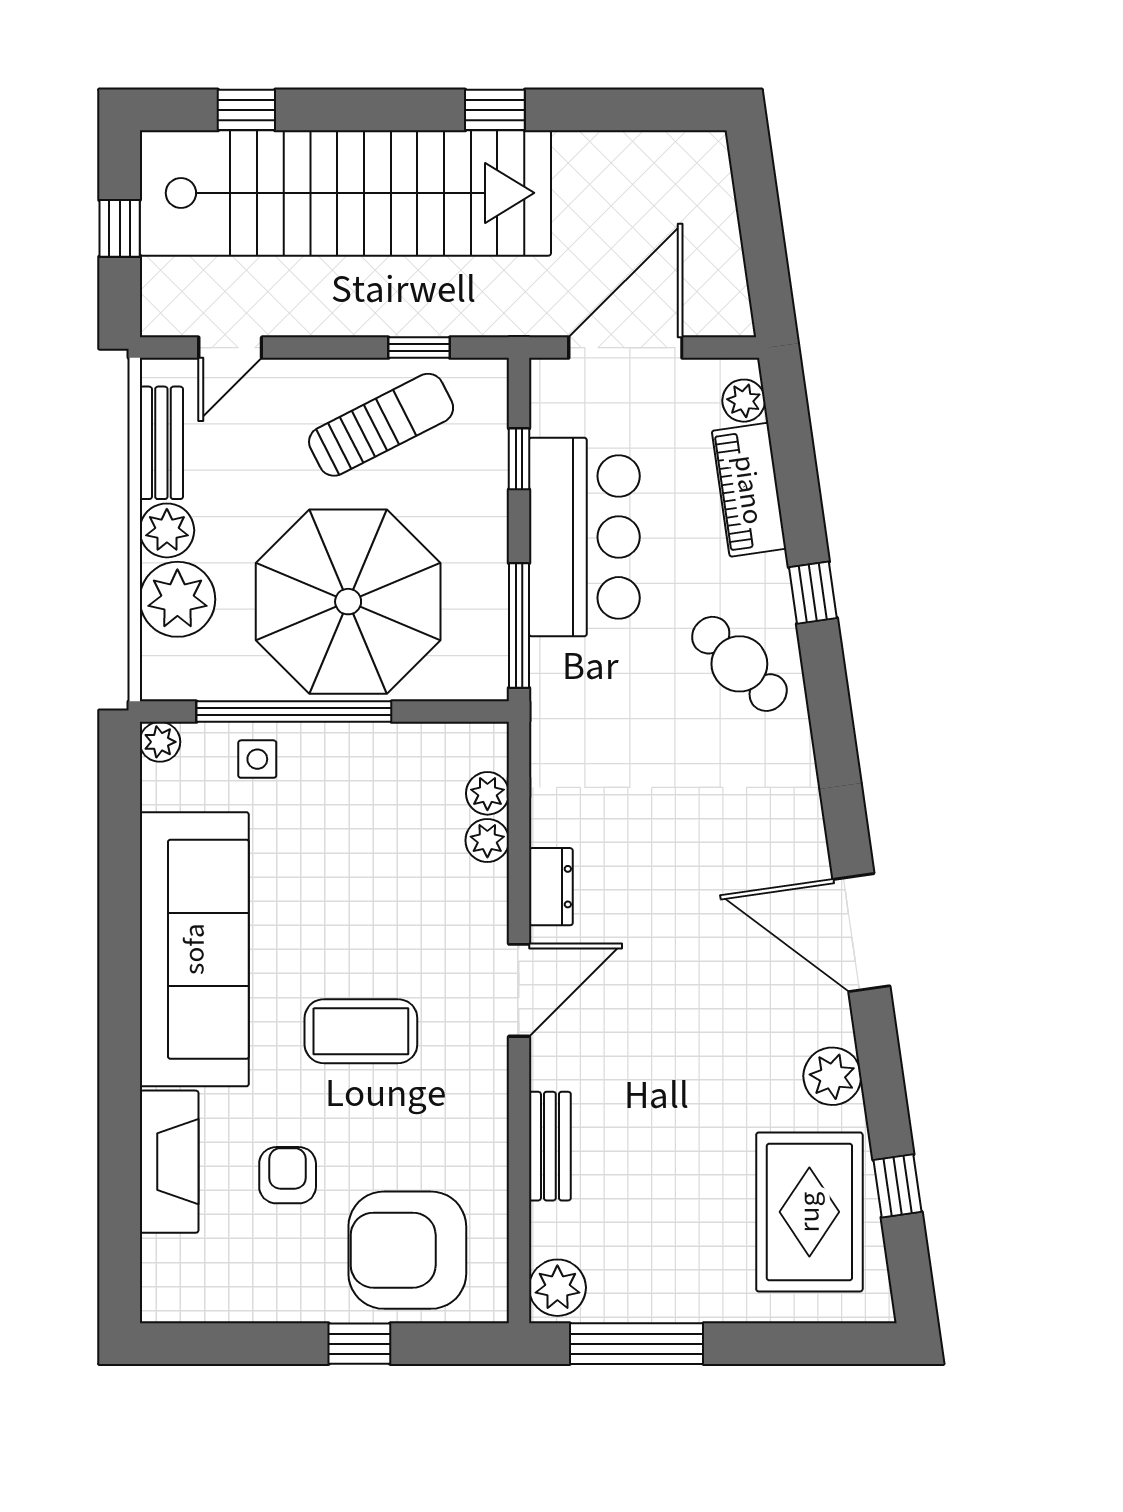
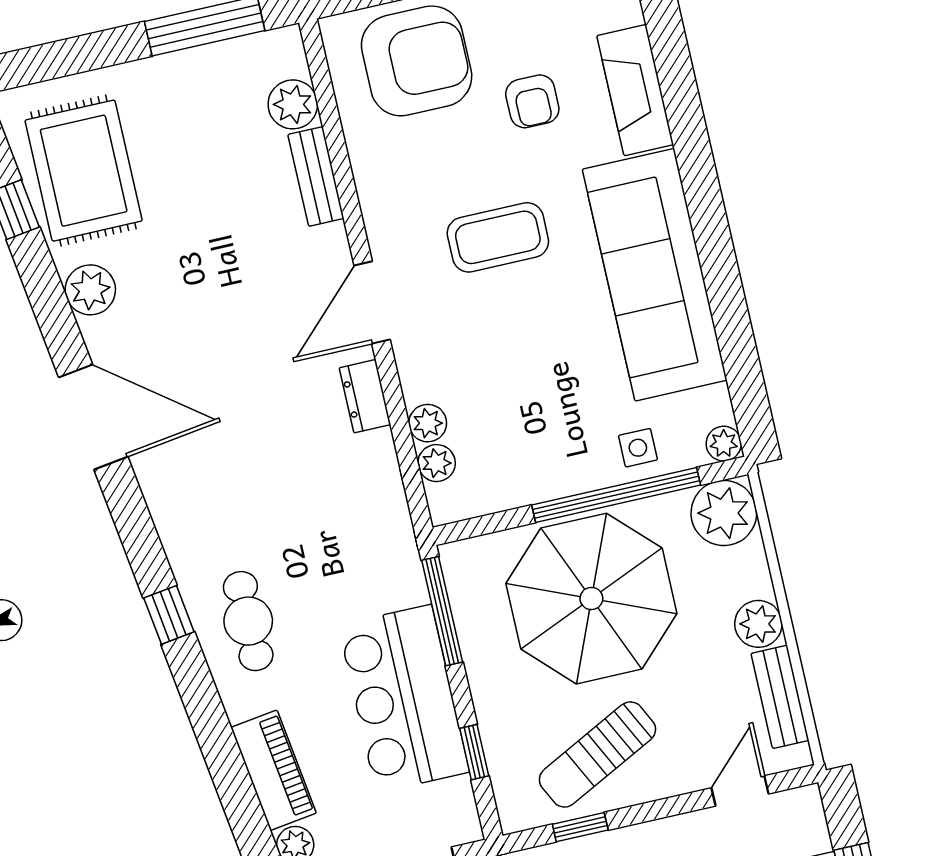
window: (813, 593) -> (169, 615), moved
plant: (177, 599) -> (724, 513), moved
cafe table: (739, 664) -> (248, 621), turned 45
plant: (557, 1288) -> (293, 104), moved

